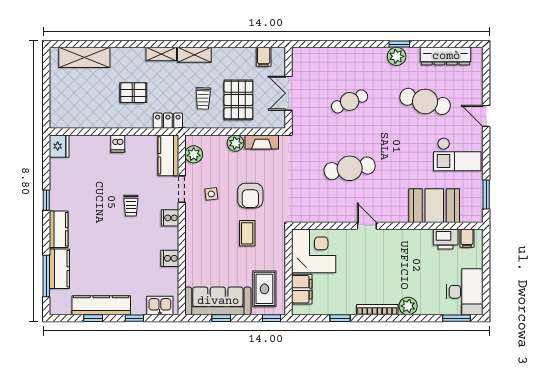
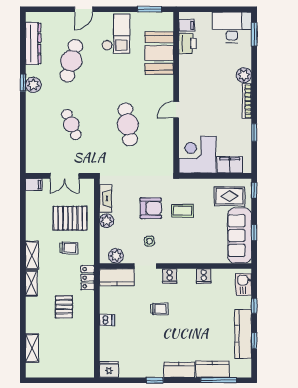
shelving: (84, 57) -> (32, 348), width x0.67, depth x0.75
filing cabinet: (264, 57) -> (34, 185), moved

